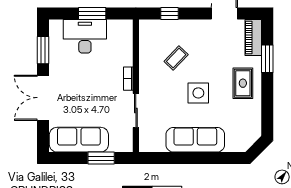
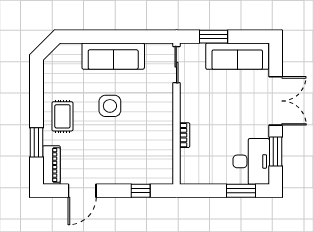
window: (92, 13) -> (241, 191), moved
desk: (85, 36) -> (251, 161), moved, turned -90
coffee table: (176, 58) -> (134, 143), removed
bookcase: (128, 79) -> (185, 135), moved
sliding door: (136, 111) -> (176, 65), moved

